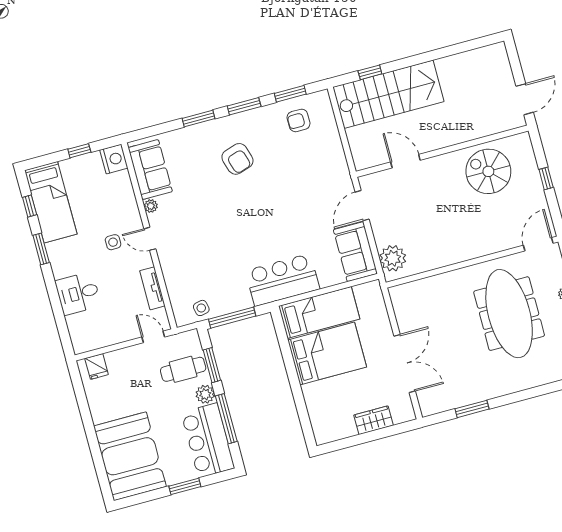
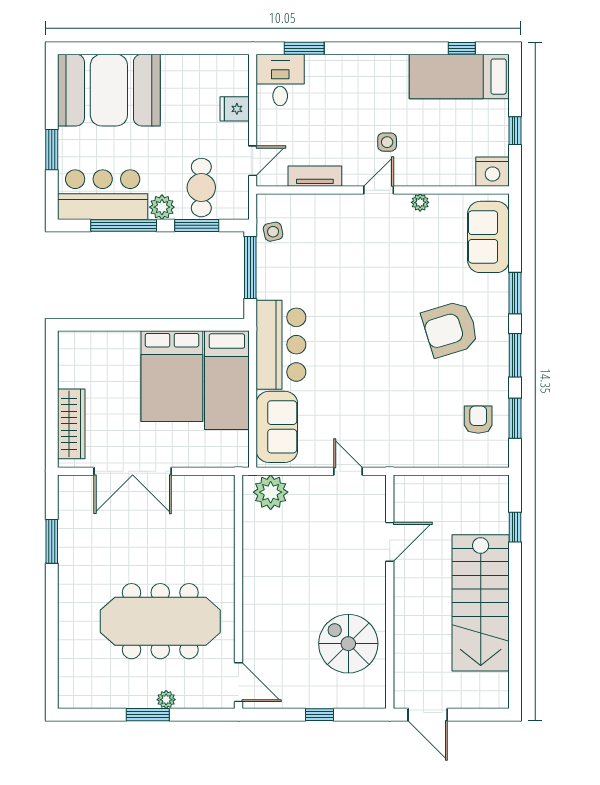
stairs: (388, 94) -> (481, 603), moved
armchair: (237, 159) -> (450, 329), width x1.36, depth x1.36
sofa: (150, 170) -> (488, 237), moved, turned 90
spiral stairs: (488, 171) -> (348, 644), turned -90
door: (362, 206) -> (348, 471), width x0.73
window: (41, 249) -> (304, 48), moved
sofa: (355, 252) -> (277, 427), moved, turned 90
desk: (78, 293) -> (280, 80), moved
fridge: (97, 366) -> (235, 109), moved
wardrobe: (374, 420) -> (71, 424), width x1.50

